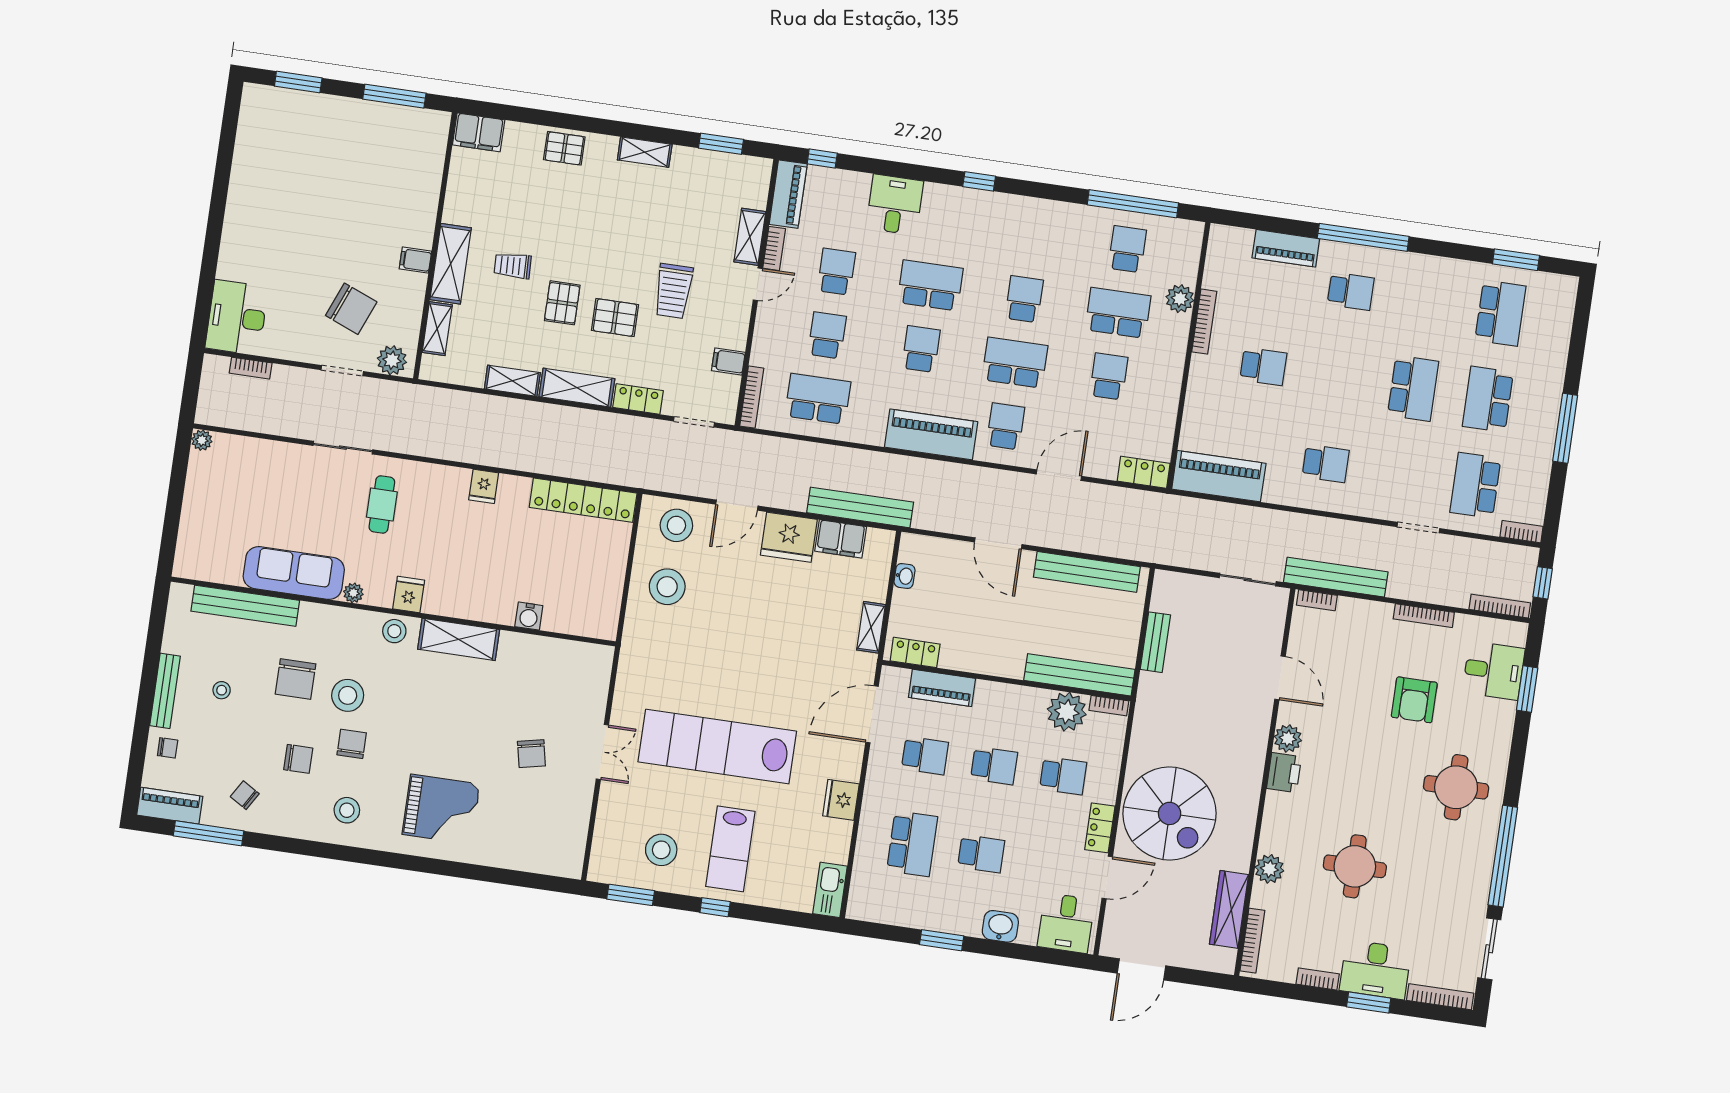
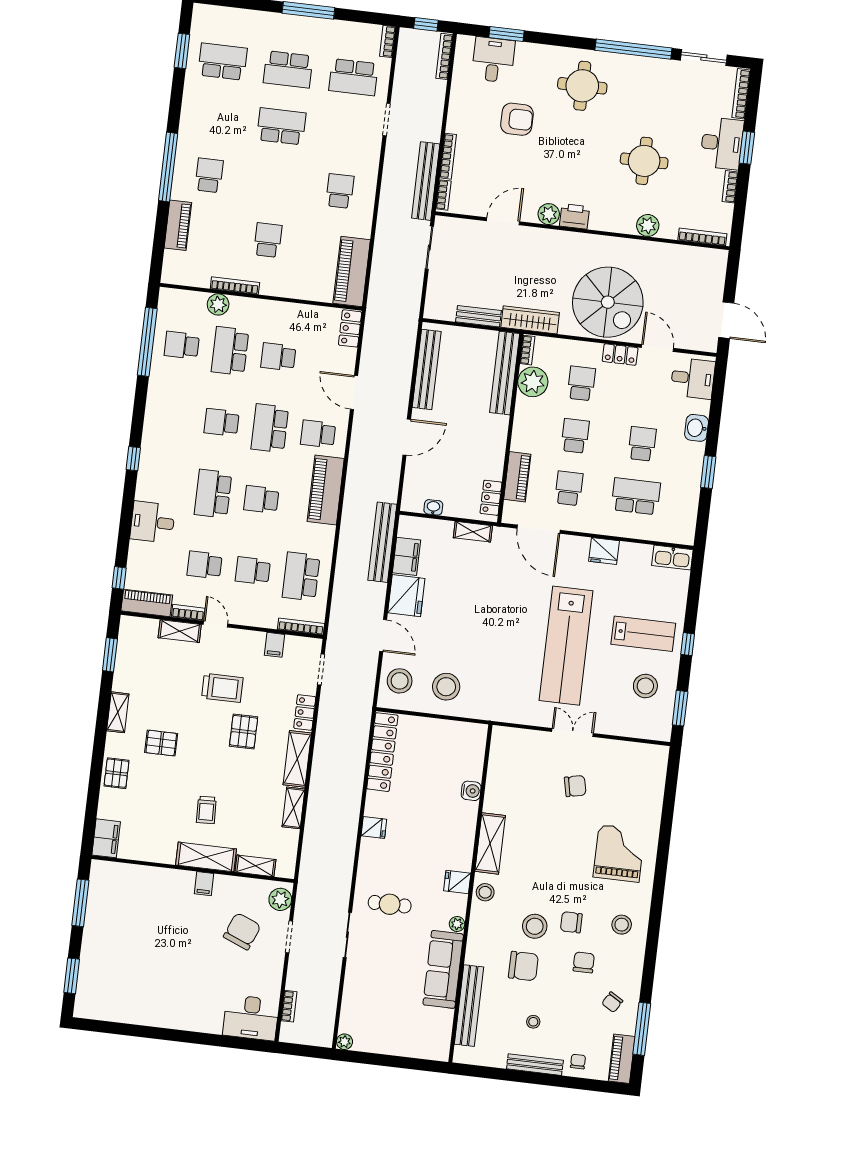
pallet: (562, 303) -> (161, 743), moved
bookcase: (1424, 616) -> (448, 156), moved
spiral stairs: (1170, 813) -> (608, 302), turned 90
wardrobe: (1229, 909) -> (530, 320), moved, turned 180

